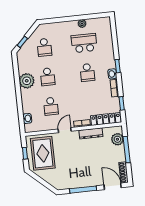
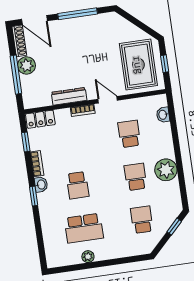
school desk: (87, 72) -> (78, 185), turned 180
locker: (106, 119) -> (40, 119), width x0.66
door: (65, 130) -> (108, 100), swing flipped
plant: (117, 139) -> (26, 65), moved

